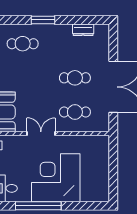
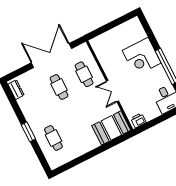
dresser: (83, 30) -> (16, 90), moved
corner desk: (56, 178) -> (142, 57), width x0.74, depth x0.74

